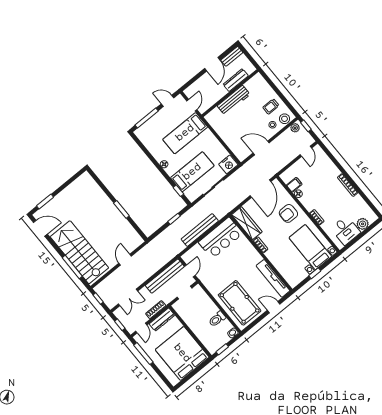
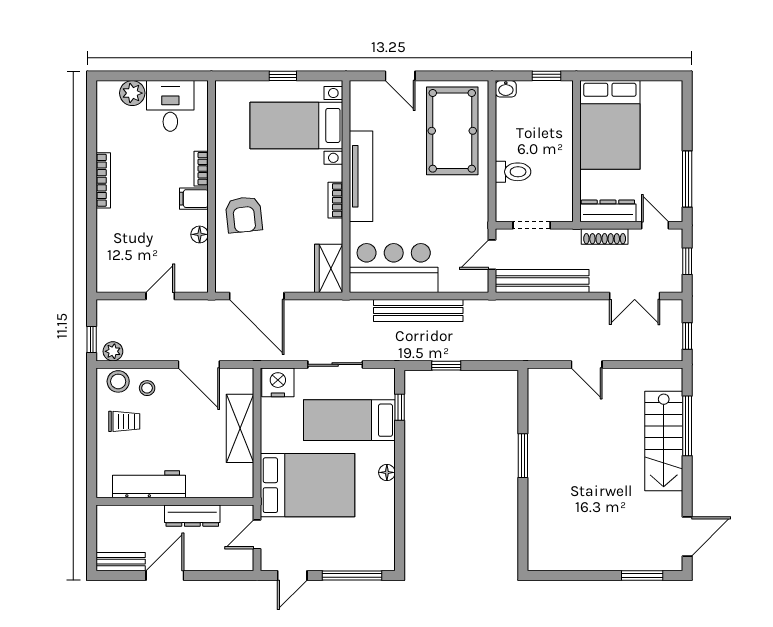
dresser: (236, 80) -> (192, 516), moved
workbench: (234, 100) -> (149, 484), moved
door: (168, 101) -> (292, 575), hinge flipped
bed: (185, 133) -> (308, 485), width x1.50
shelving: (228, 137) -> (240, 428), added
door: (306, 151) -> (160, 296), moved
filing cabinet: (294, 185) -> (194, 199), moved
door: (261, 189) -> (257, 296), swing flipped
armchair: (288, 213) -> (244, 215), turned 84
wardrobe: (247, 223) -> (329, 268), width x0.67
door: (40, 228) -> (687, 536), swing flipped
bed with nightstands: (310, 247) -> (296, 125), moved, turned 90
stairs: (79, 252) -> (664, 441), width x0.73, depth x0.66
door: (125, 260) -> (587, 364), hinge flipped
tv unit: (273, 278) -> (361, 176), moved
double door: (128, 297) -> (635, 296), swing flipped
toilet: (217, 319) -> (513, 172), moved
door: (141, 328) -> (655, 225), hinge flipped
bed: (182, 353) -> (610, 125), width x0.73

